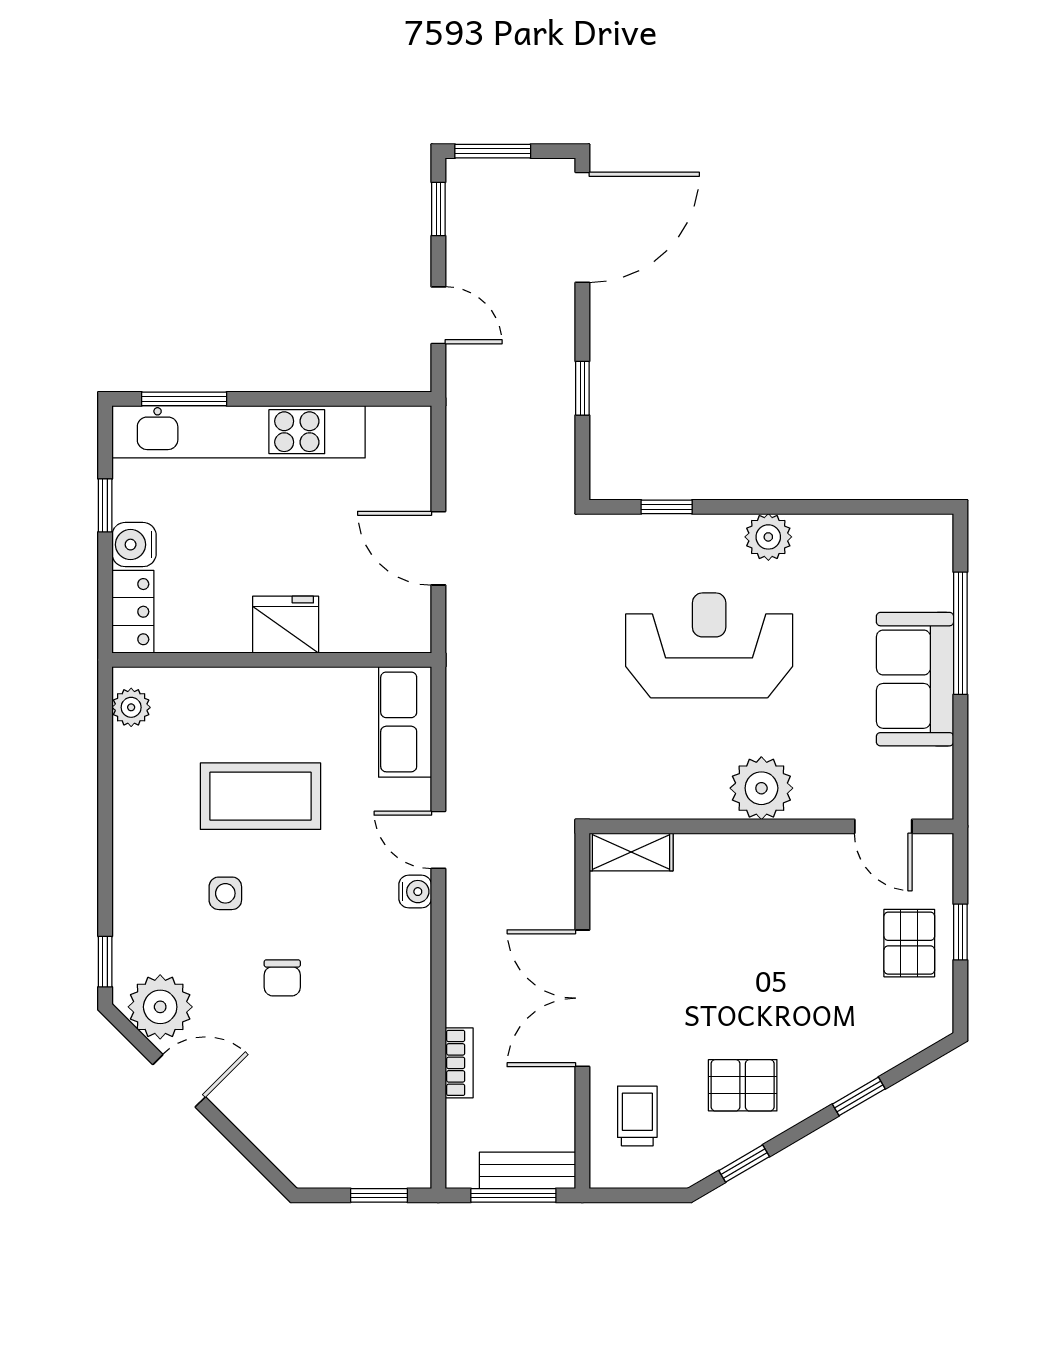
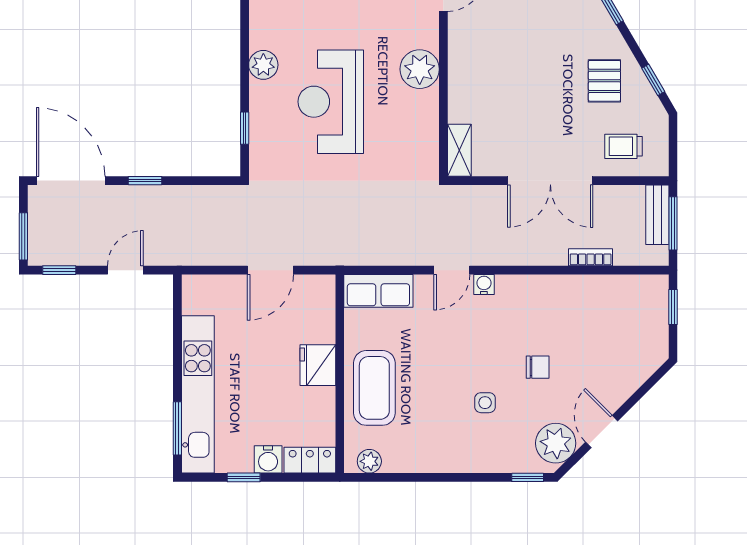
window: (582, 388) -> (145, 181), moved
coffee table: (260, 796) -> (374, 388), moved

